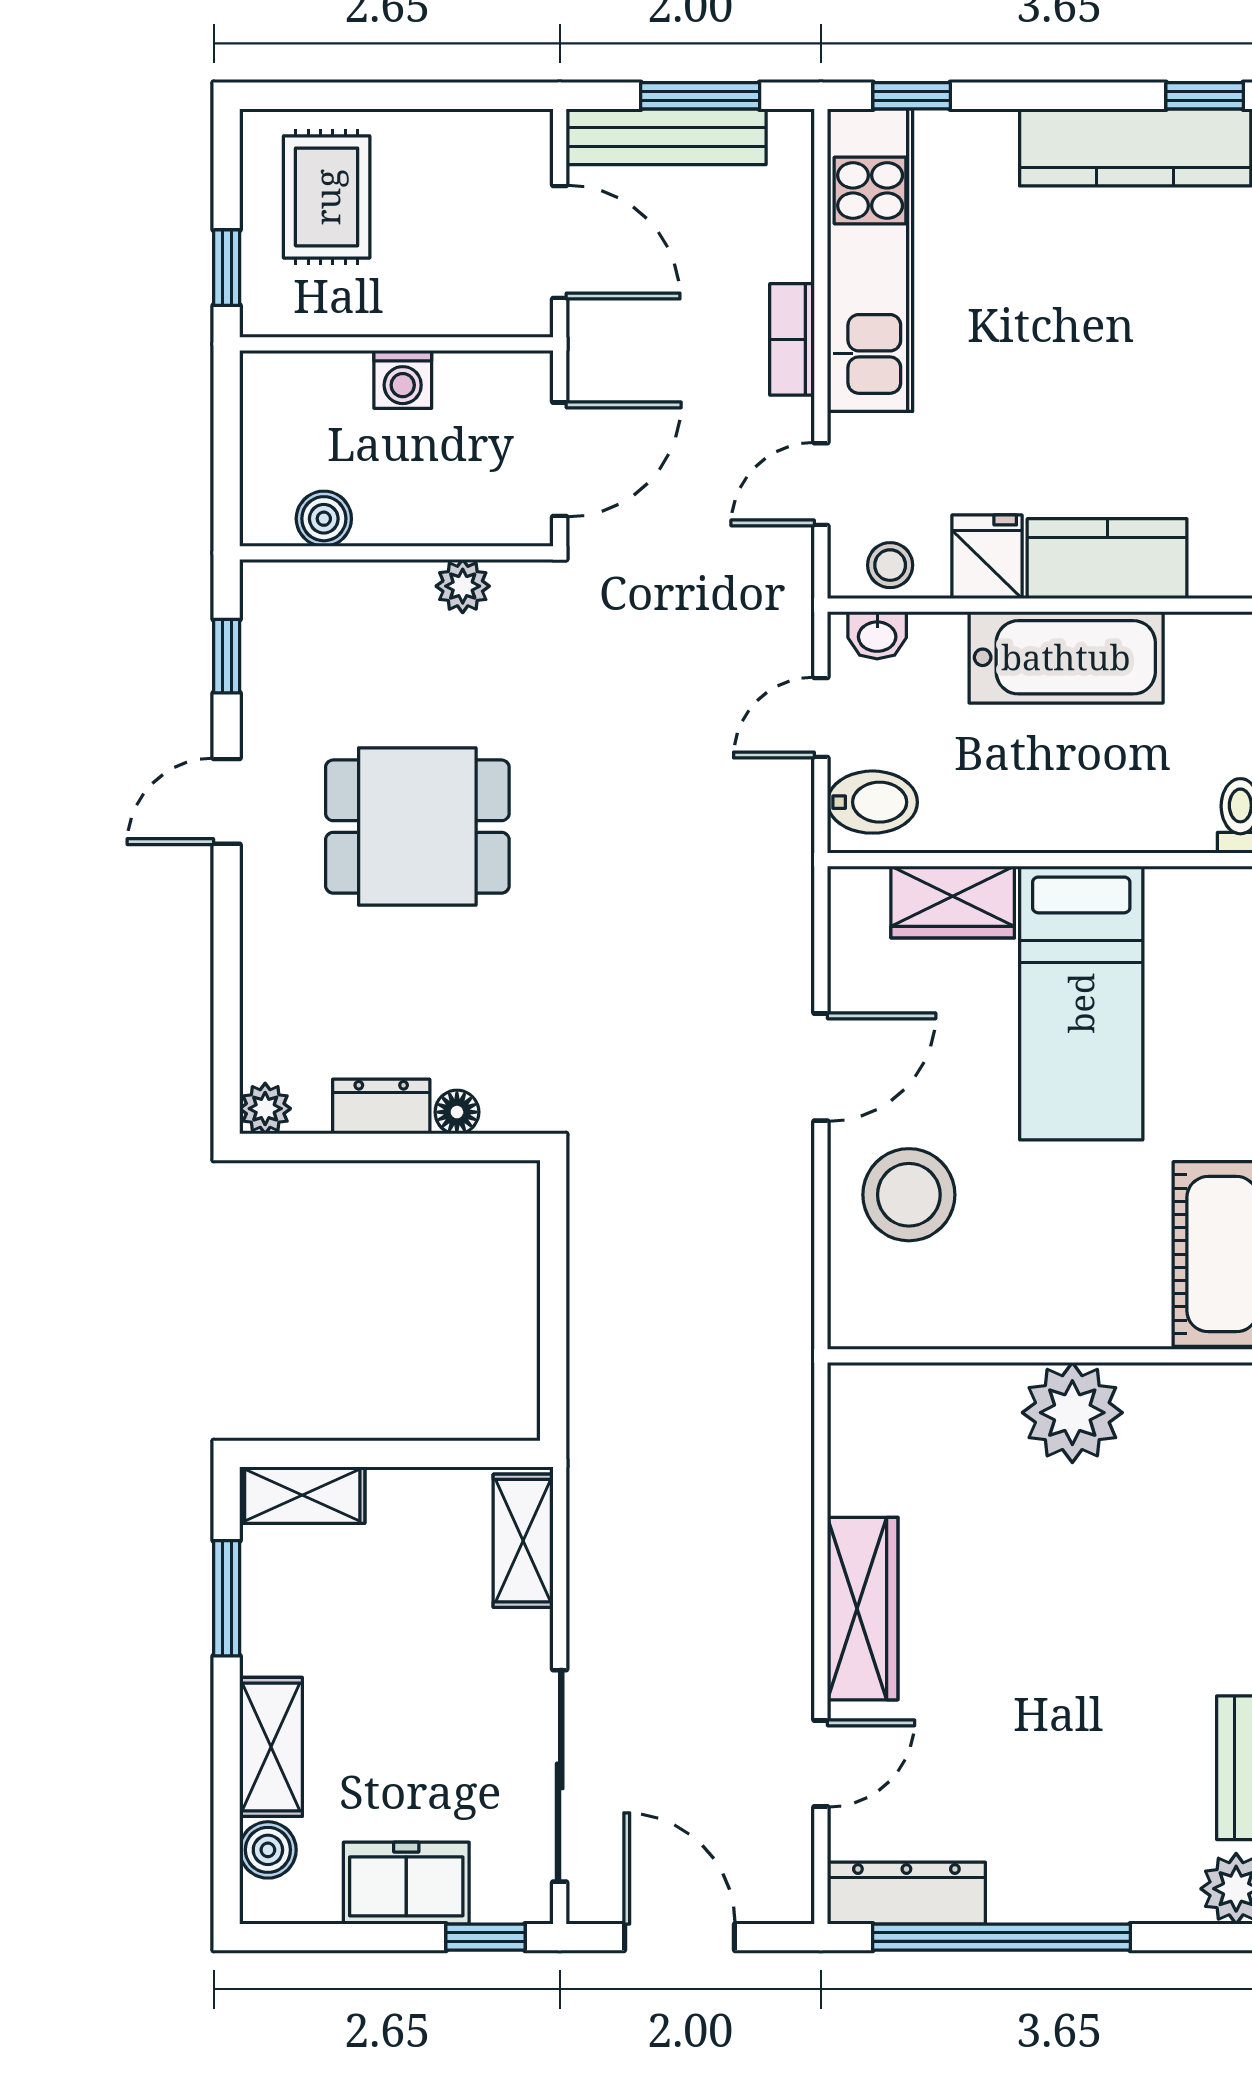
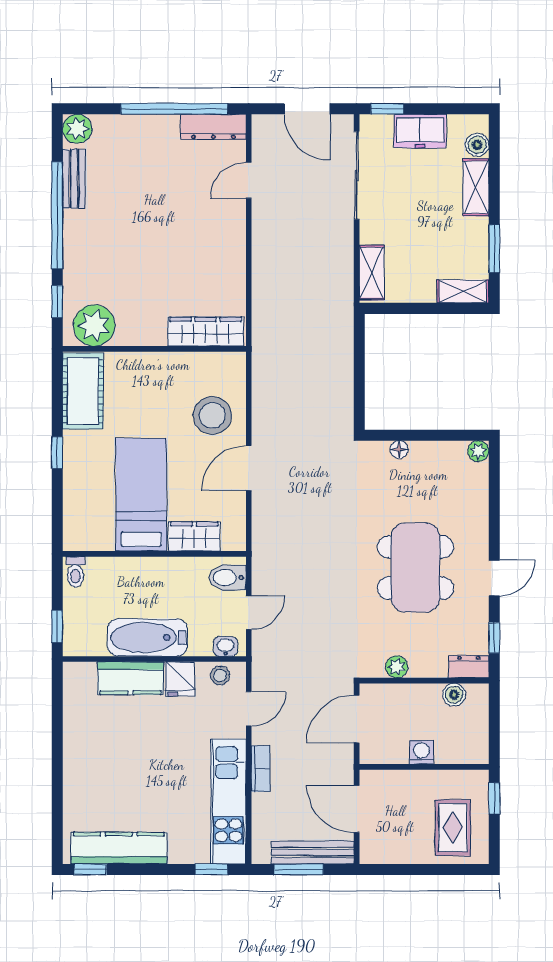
dining table: (417, 827) -> (415, 568), width x1.38
dresser: (381, 1107) -> (469, 667), moved, turned 180
plant: (1072, 1413) -> (94, 325), moved
wardrobe: (863, 1609) -> (205, 332), moved, turned 90

